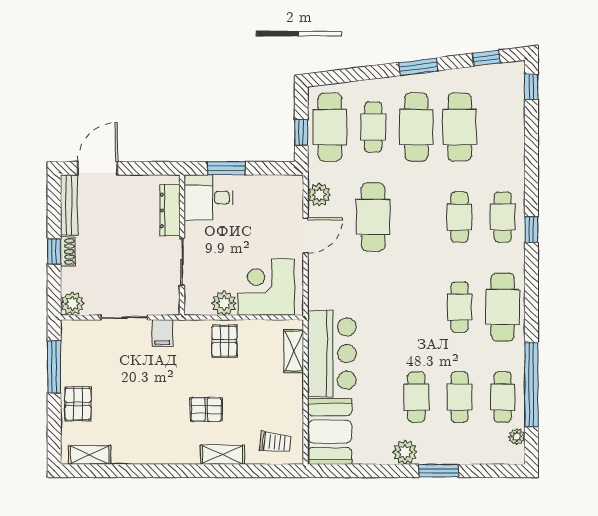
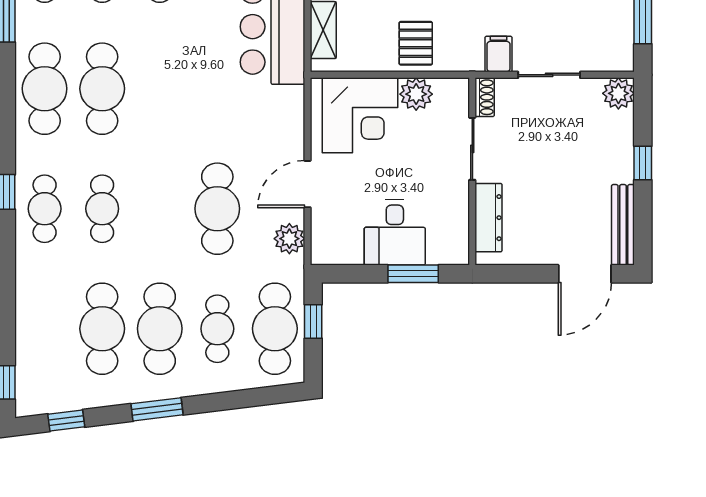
desk: (209, 197) -> (395, 232), moved, turned 90
shoe rack: (68, 252) -> (485, 97), moved, turned 180
cafe table: (459, 307) -> (102, 89), width x1.37, depth x1.35

